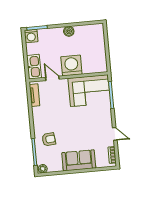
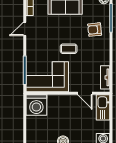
washing machine: (71, 65) -> (36, 105), moved
coffee table: (72, 119) -> (69, 49), added
door: (115, 134) -> (25, 29), hinge flipped

